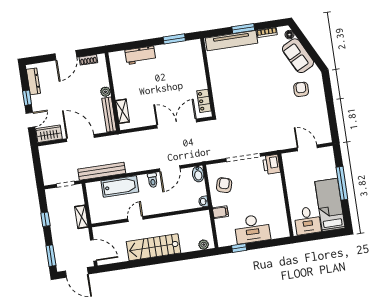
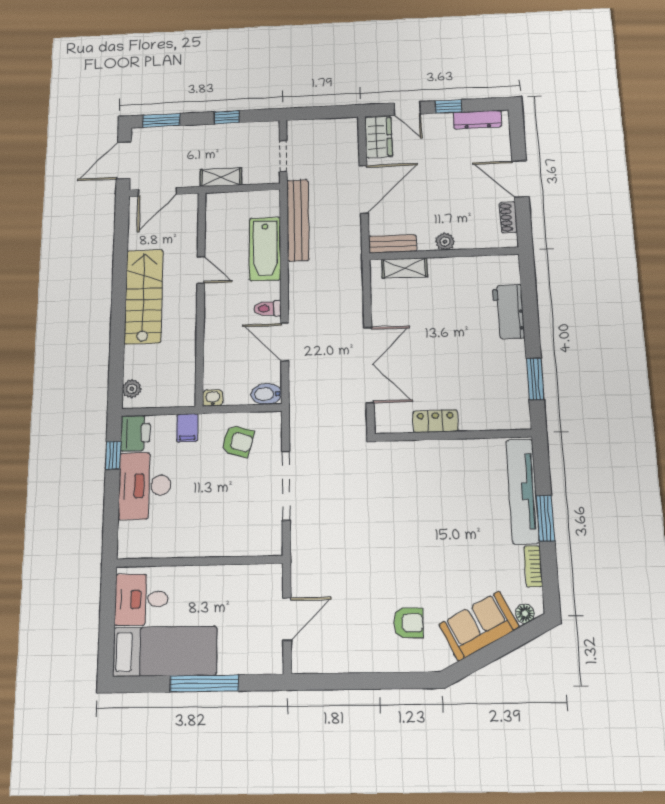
locker: (204, 101) -> (435, 421), moved
bench: (109, 115) -> (393, 244), width x0.73
printer: (271, 164) -> (135, 433), moved, turned 90

